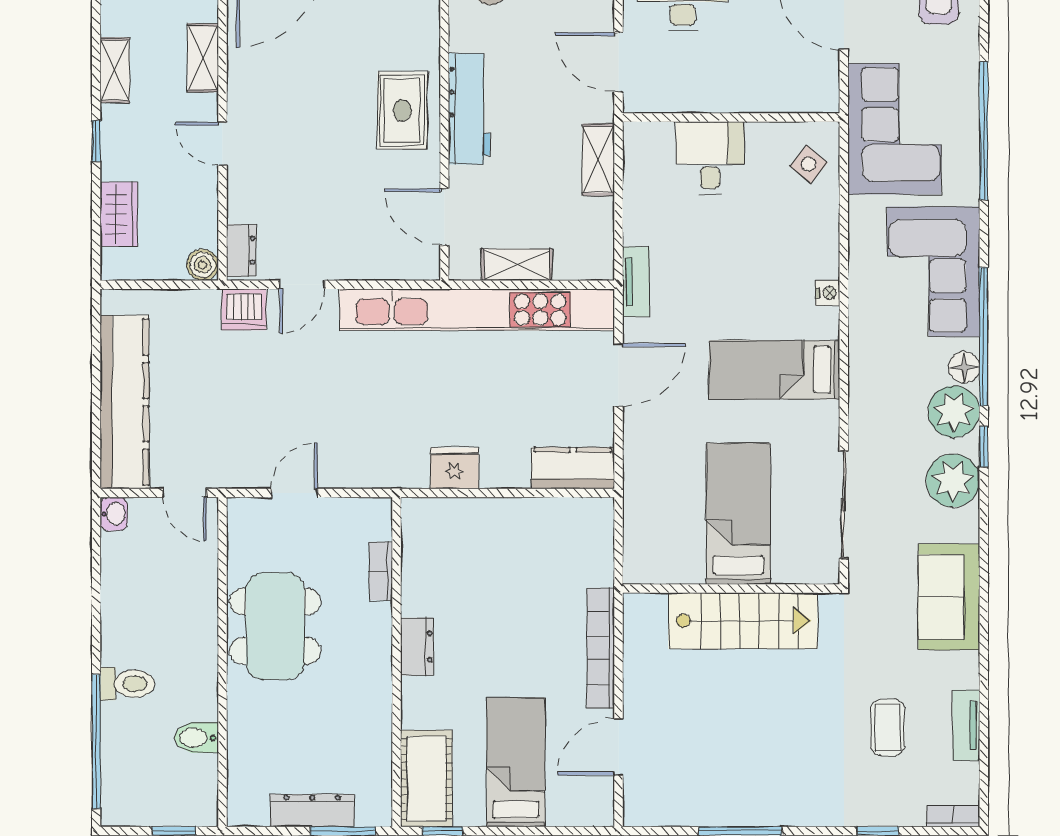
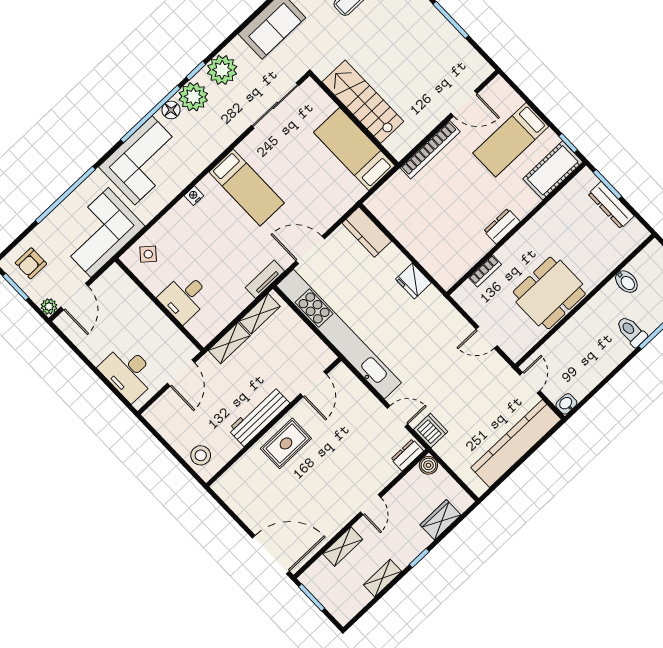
shelving: (517, 265) -> (260, 314), moved, turned 90
bed: (738, 514) -> (354, 149), moved, turned 90

